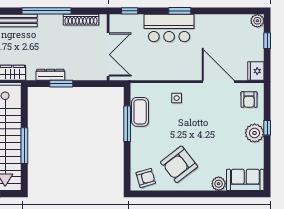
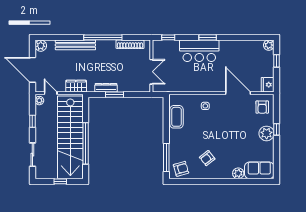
double door: (108, 55) -> (151, 72), width x0.73
window: (127, 124) -> (166, 157), moved
window: (24, 146) -> (86, 143), width x1.46
armchair: (179, 164) -> (207, 158), width x0.53, depth x0.53

